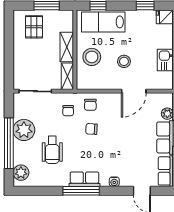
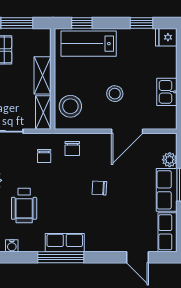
stool: (92, 57) -> (70, 106), moved
chair: (91, 129) -> (99, 188), moved
water cooler: (114, 182) -> (12, 246), moved

